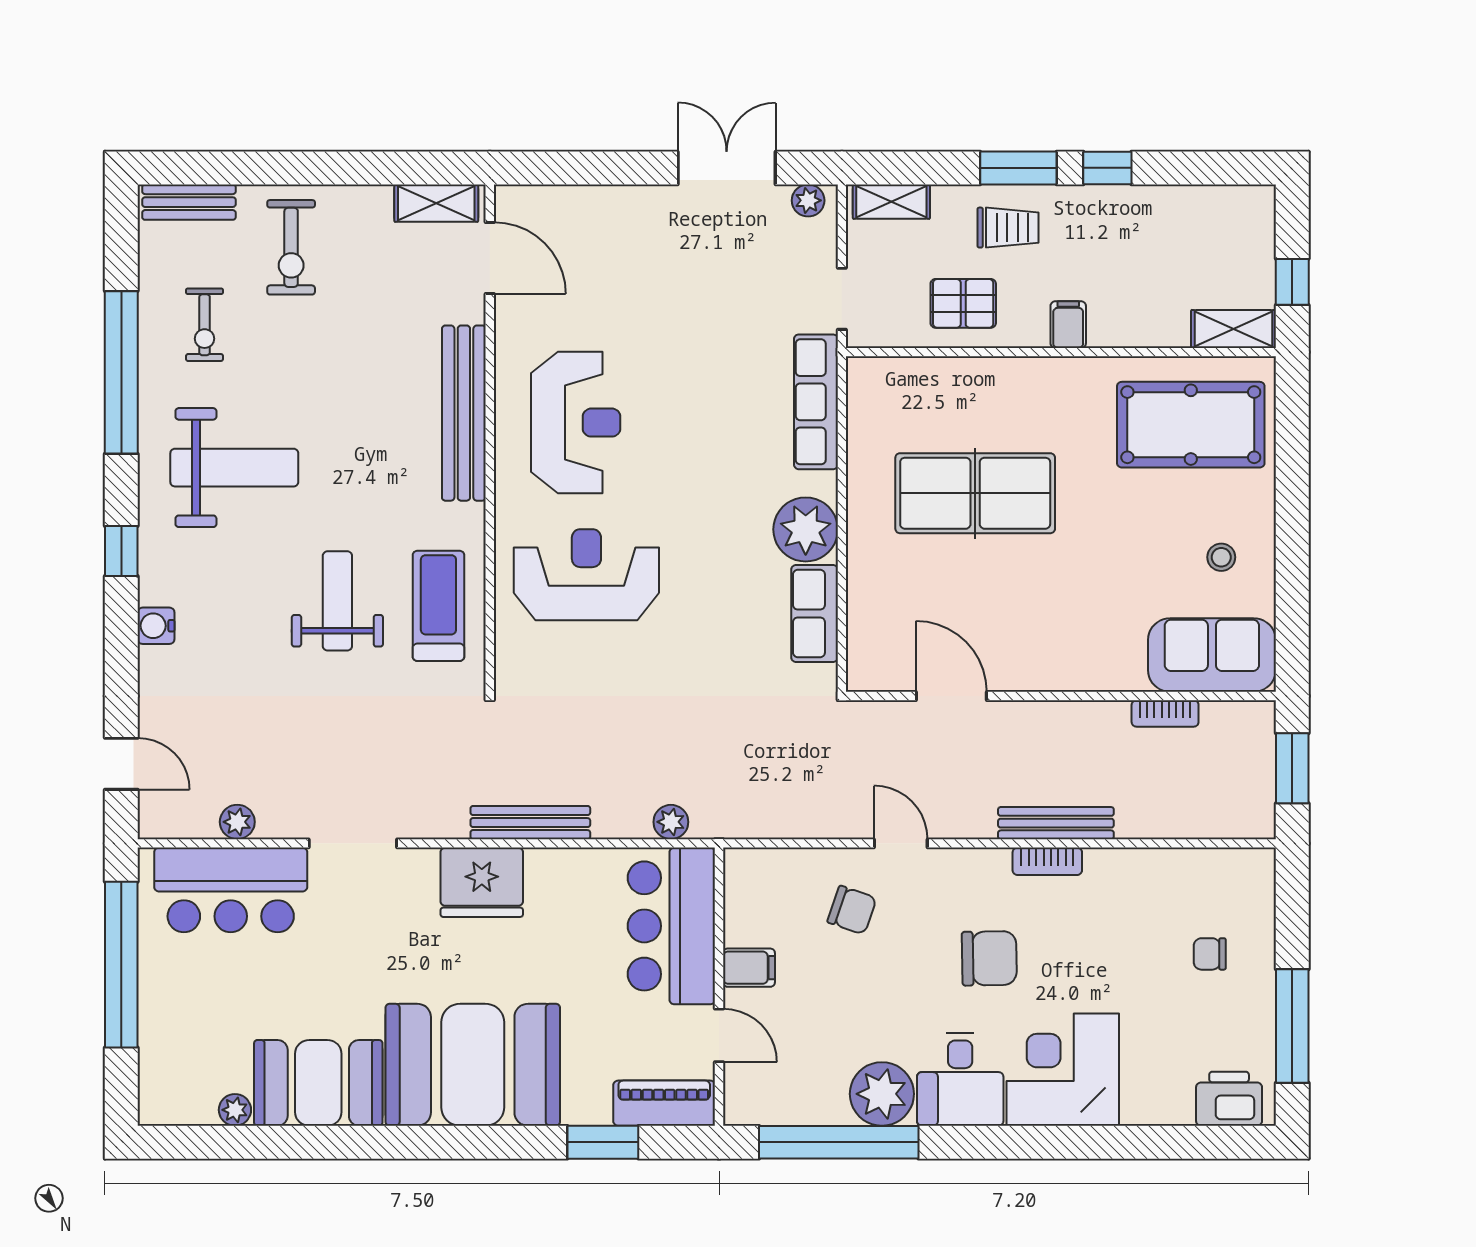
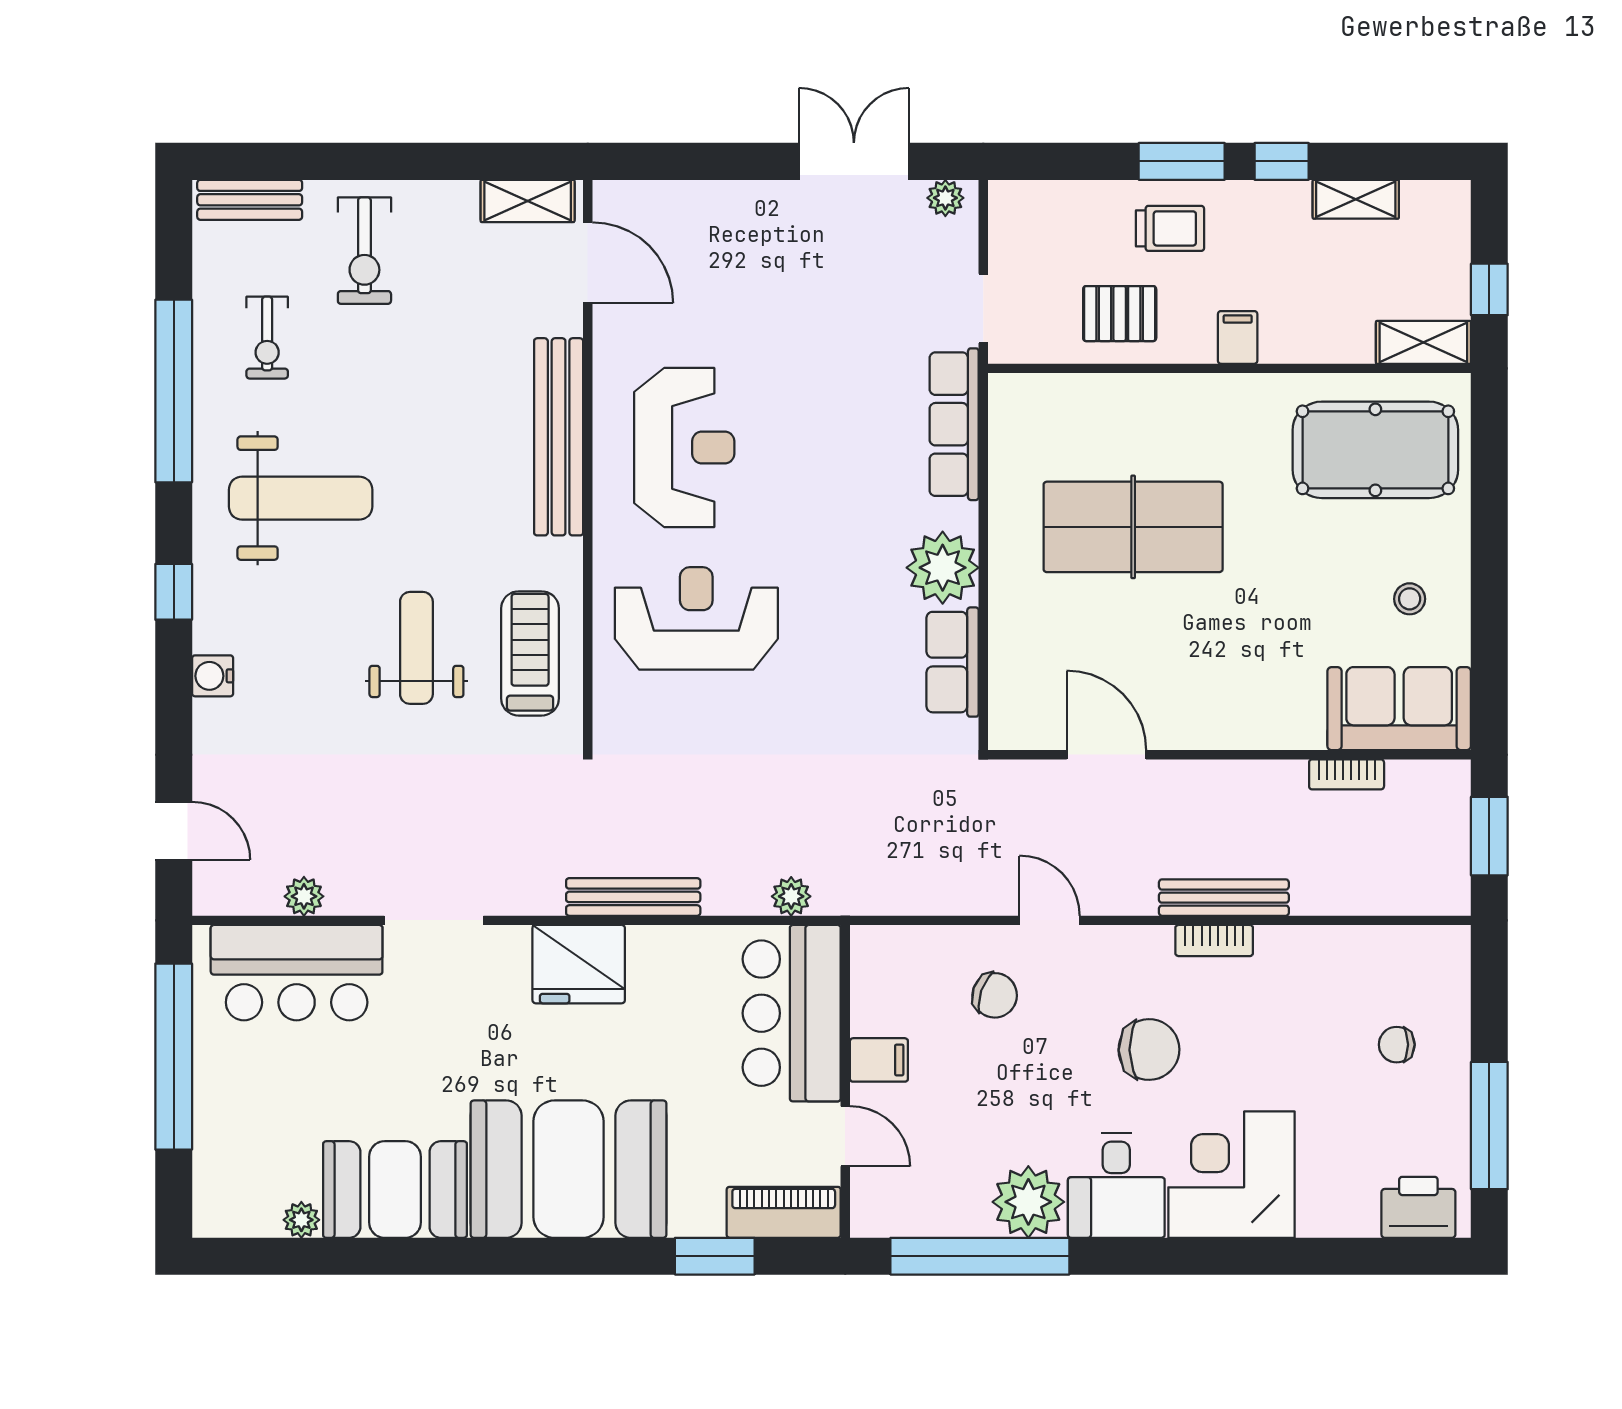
shelving: (891, 202) -> (1356, 199), moved

